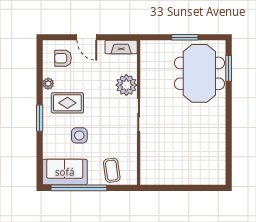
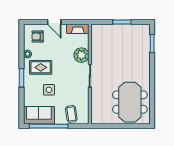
meeting table: (199, 73) -> (130, 102), moved

